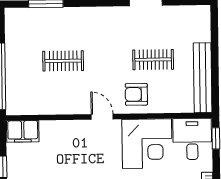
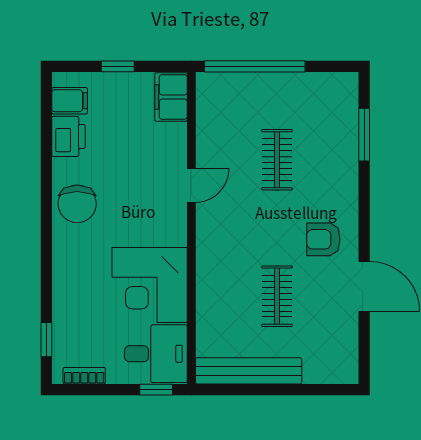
armchair: (136, 94) -> (323, 239), moved, turned -90
door: (102, 117) -> (191, 186), moved

